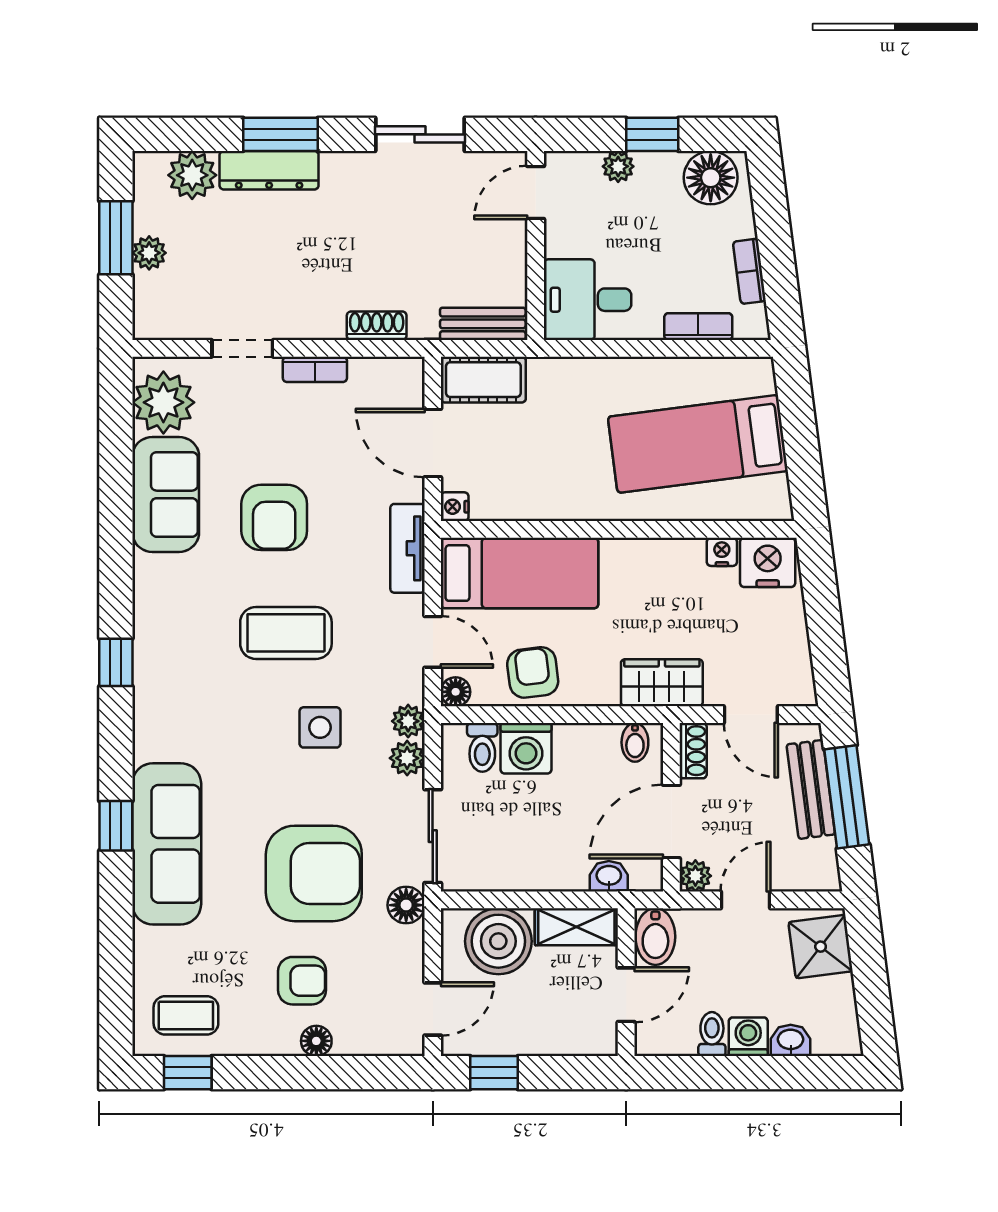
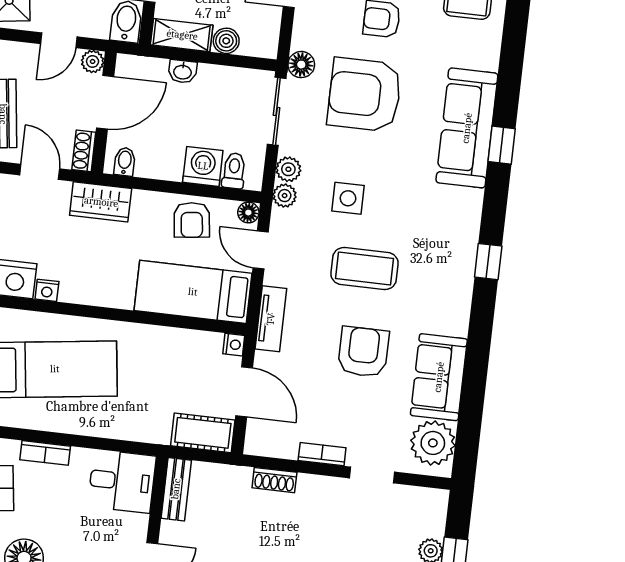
bench: (483, 324) -> (176, 489), moved, turned 90
washbasin: (609, 876) -> (183, 72), moved
boiler: (498, 941) -> (226, 41), width x0.54, depth x0.54

